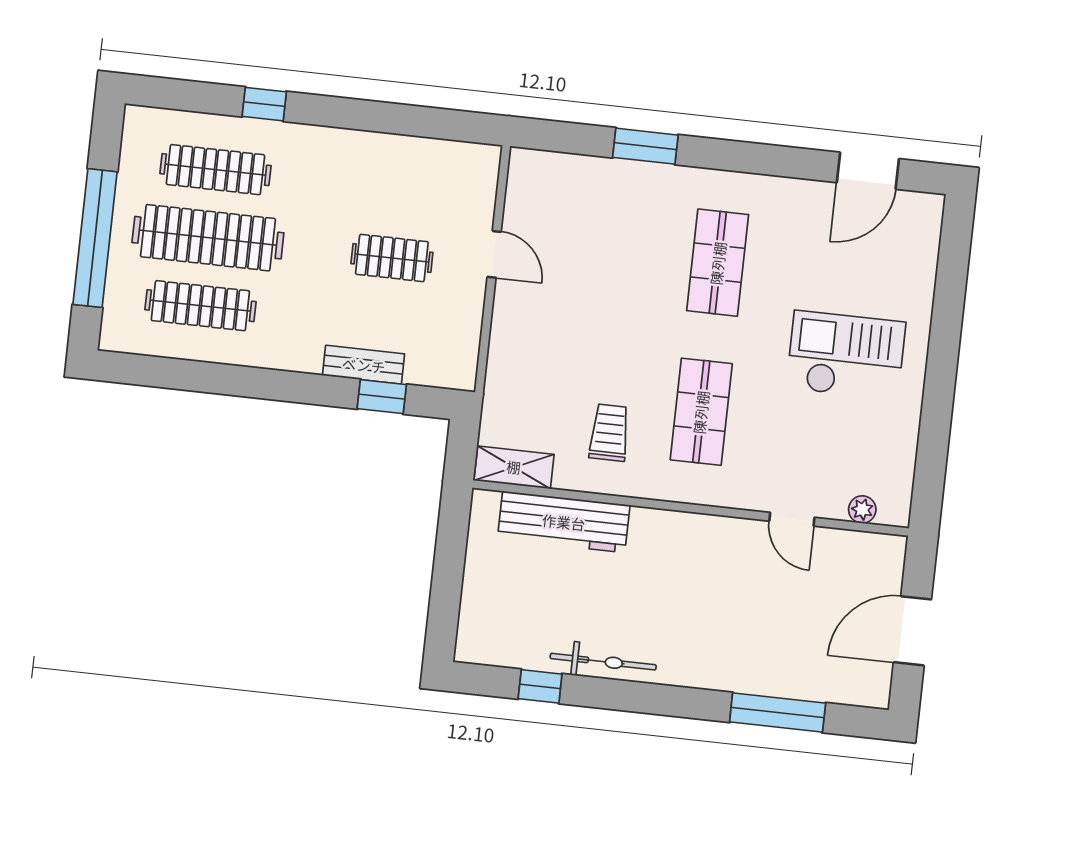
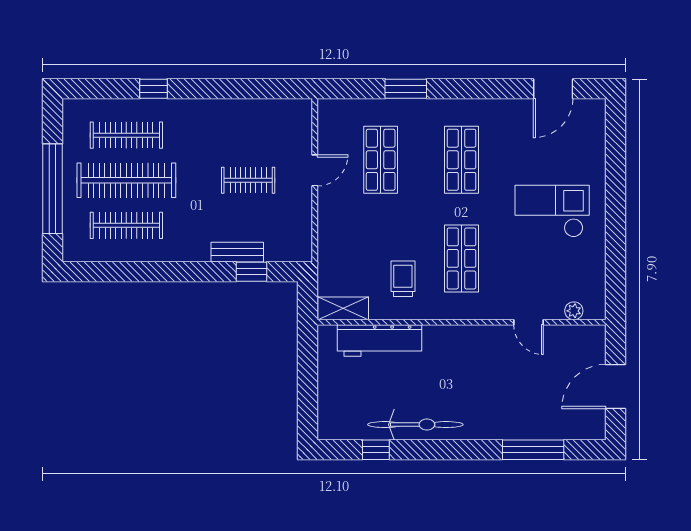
shop shelf: (596, 249) -> (381, 160), added
door: (494, 254) -> (315, 170), hinge flipped
bicycle: (603, 662) -> (415, 425), width x1.37, depth x1.40

